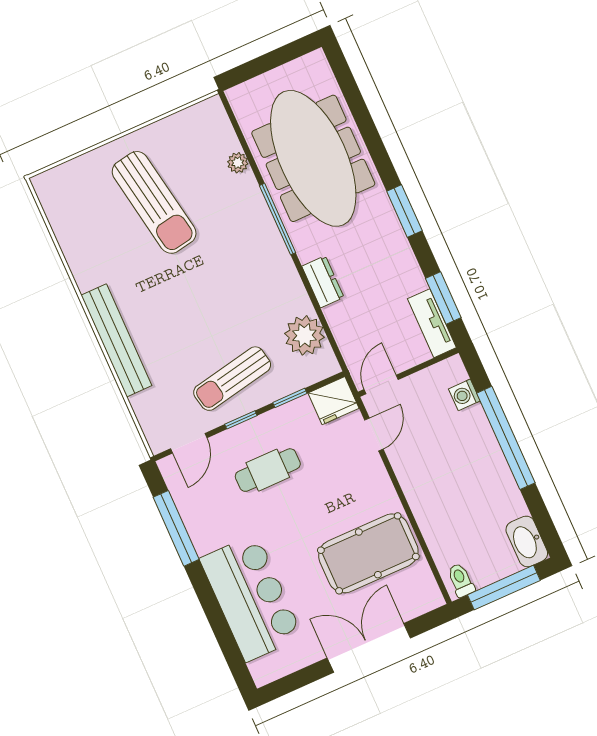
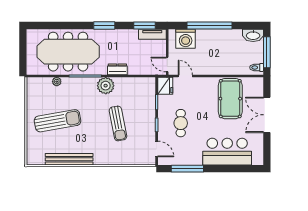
plant: (304, 335) -> (106, 86), moved
bench: (116, 340) -> (69, 159), moved
sun lounger: (232, 379) -> (118, 123), moved
washing machine: (464, 395) -> (186, 39), width x1.89, depth x1.89

